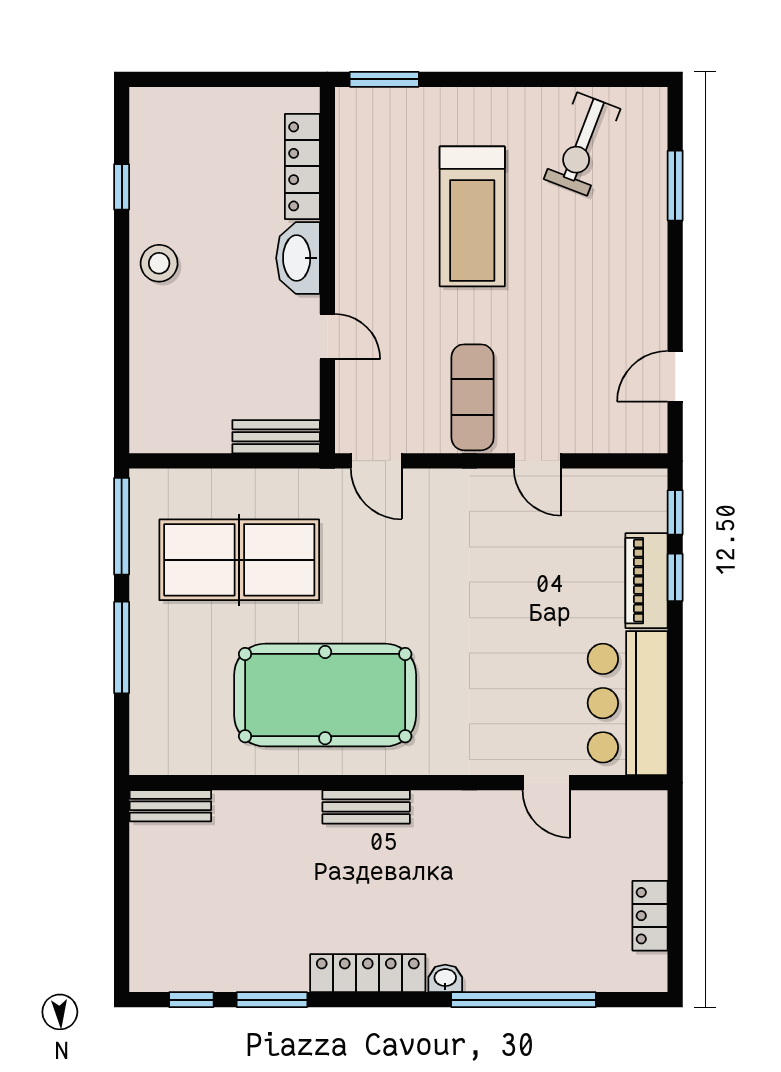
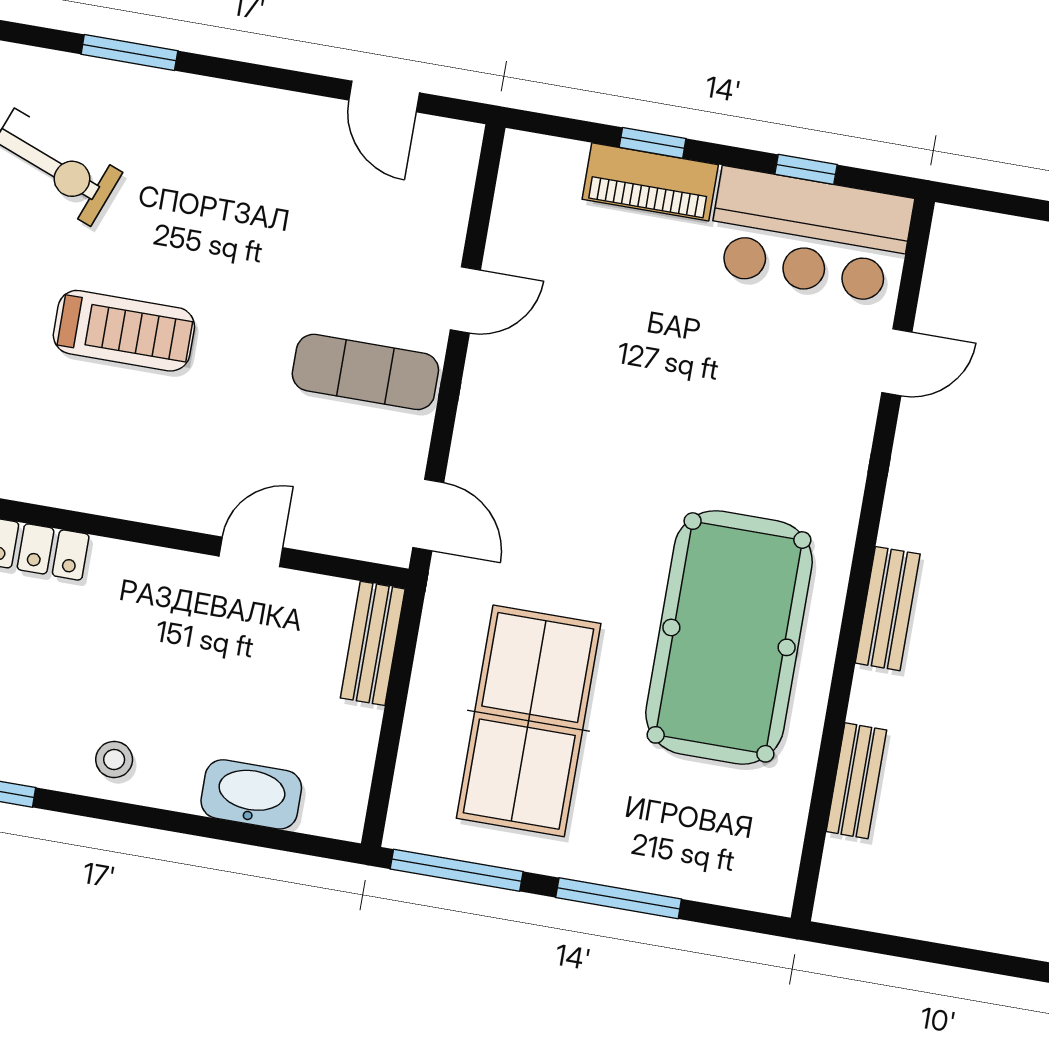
treadmill: (472, 216) -> (124, 331), width x0.73, depth x0.73
washbasin: (298, 258) -> (251, 794), moved, turned 180
stool: (159, 263) -> (114, 760), width x0.73, depth x0.73
door: (376, 461) -> (428, 515), hinge flipped
window: (675, 512) -> (806, 169), moved
bench: (170, 806) -> (856, 781), moved

